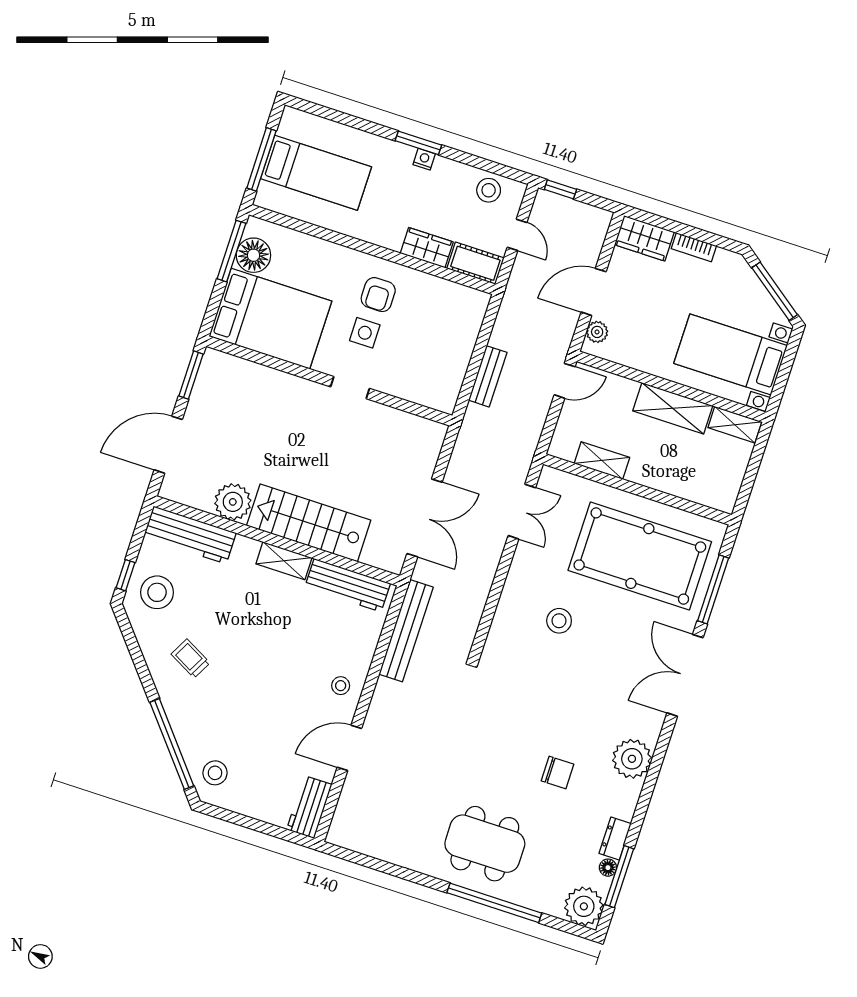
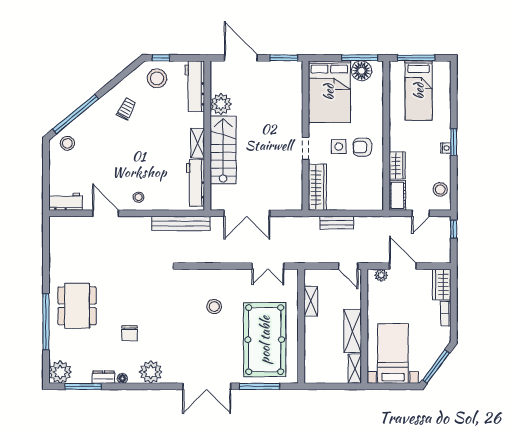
wardrobe: (420, 389) -> (317, 187), added
double door: (685, 675) -> (207, 386), swing flipped
floor lamp: (608, 868) -> (122, 378), moved

